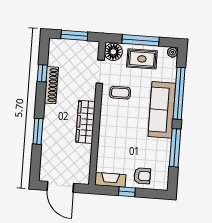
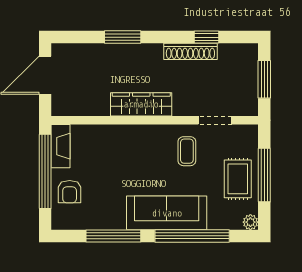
floor lamp: (113, 52) -> (245, 137), removed
window: (127, 192) -> (45, 171), width x3.17

